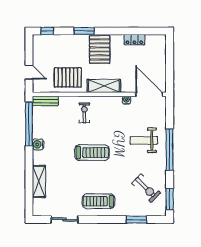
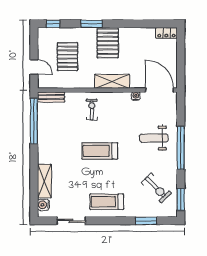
locker: (134, 40) -> (166, 33), moved
pallet: (68, 77) -> (67, 57), moved, turned 90
water cooler: (38, 144) -> (43, 205), moved
treadmill: (92, 153) -> (100, 151), turned 180

